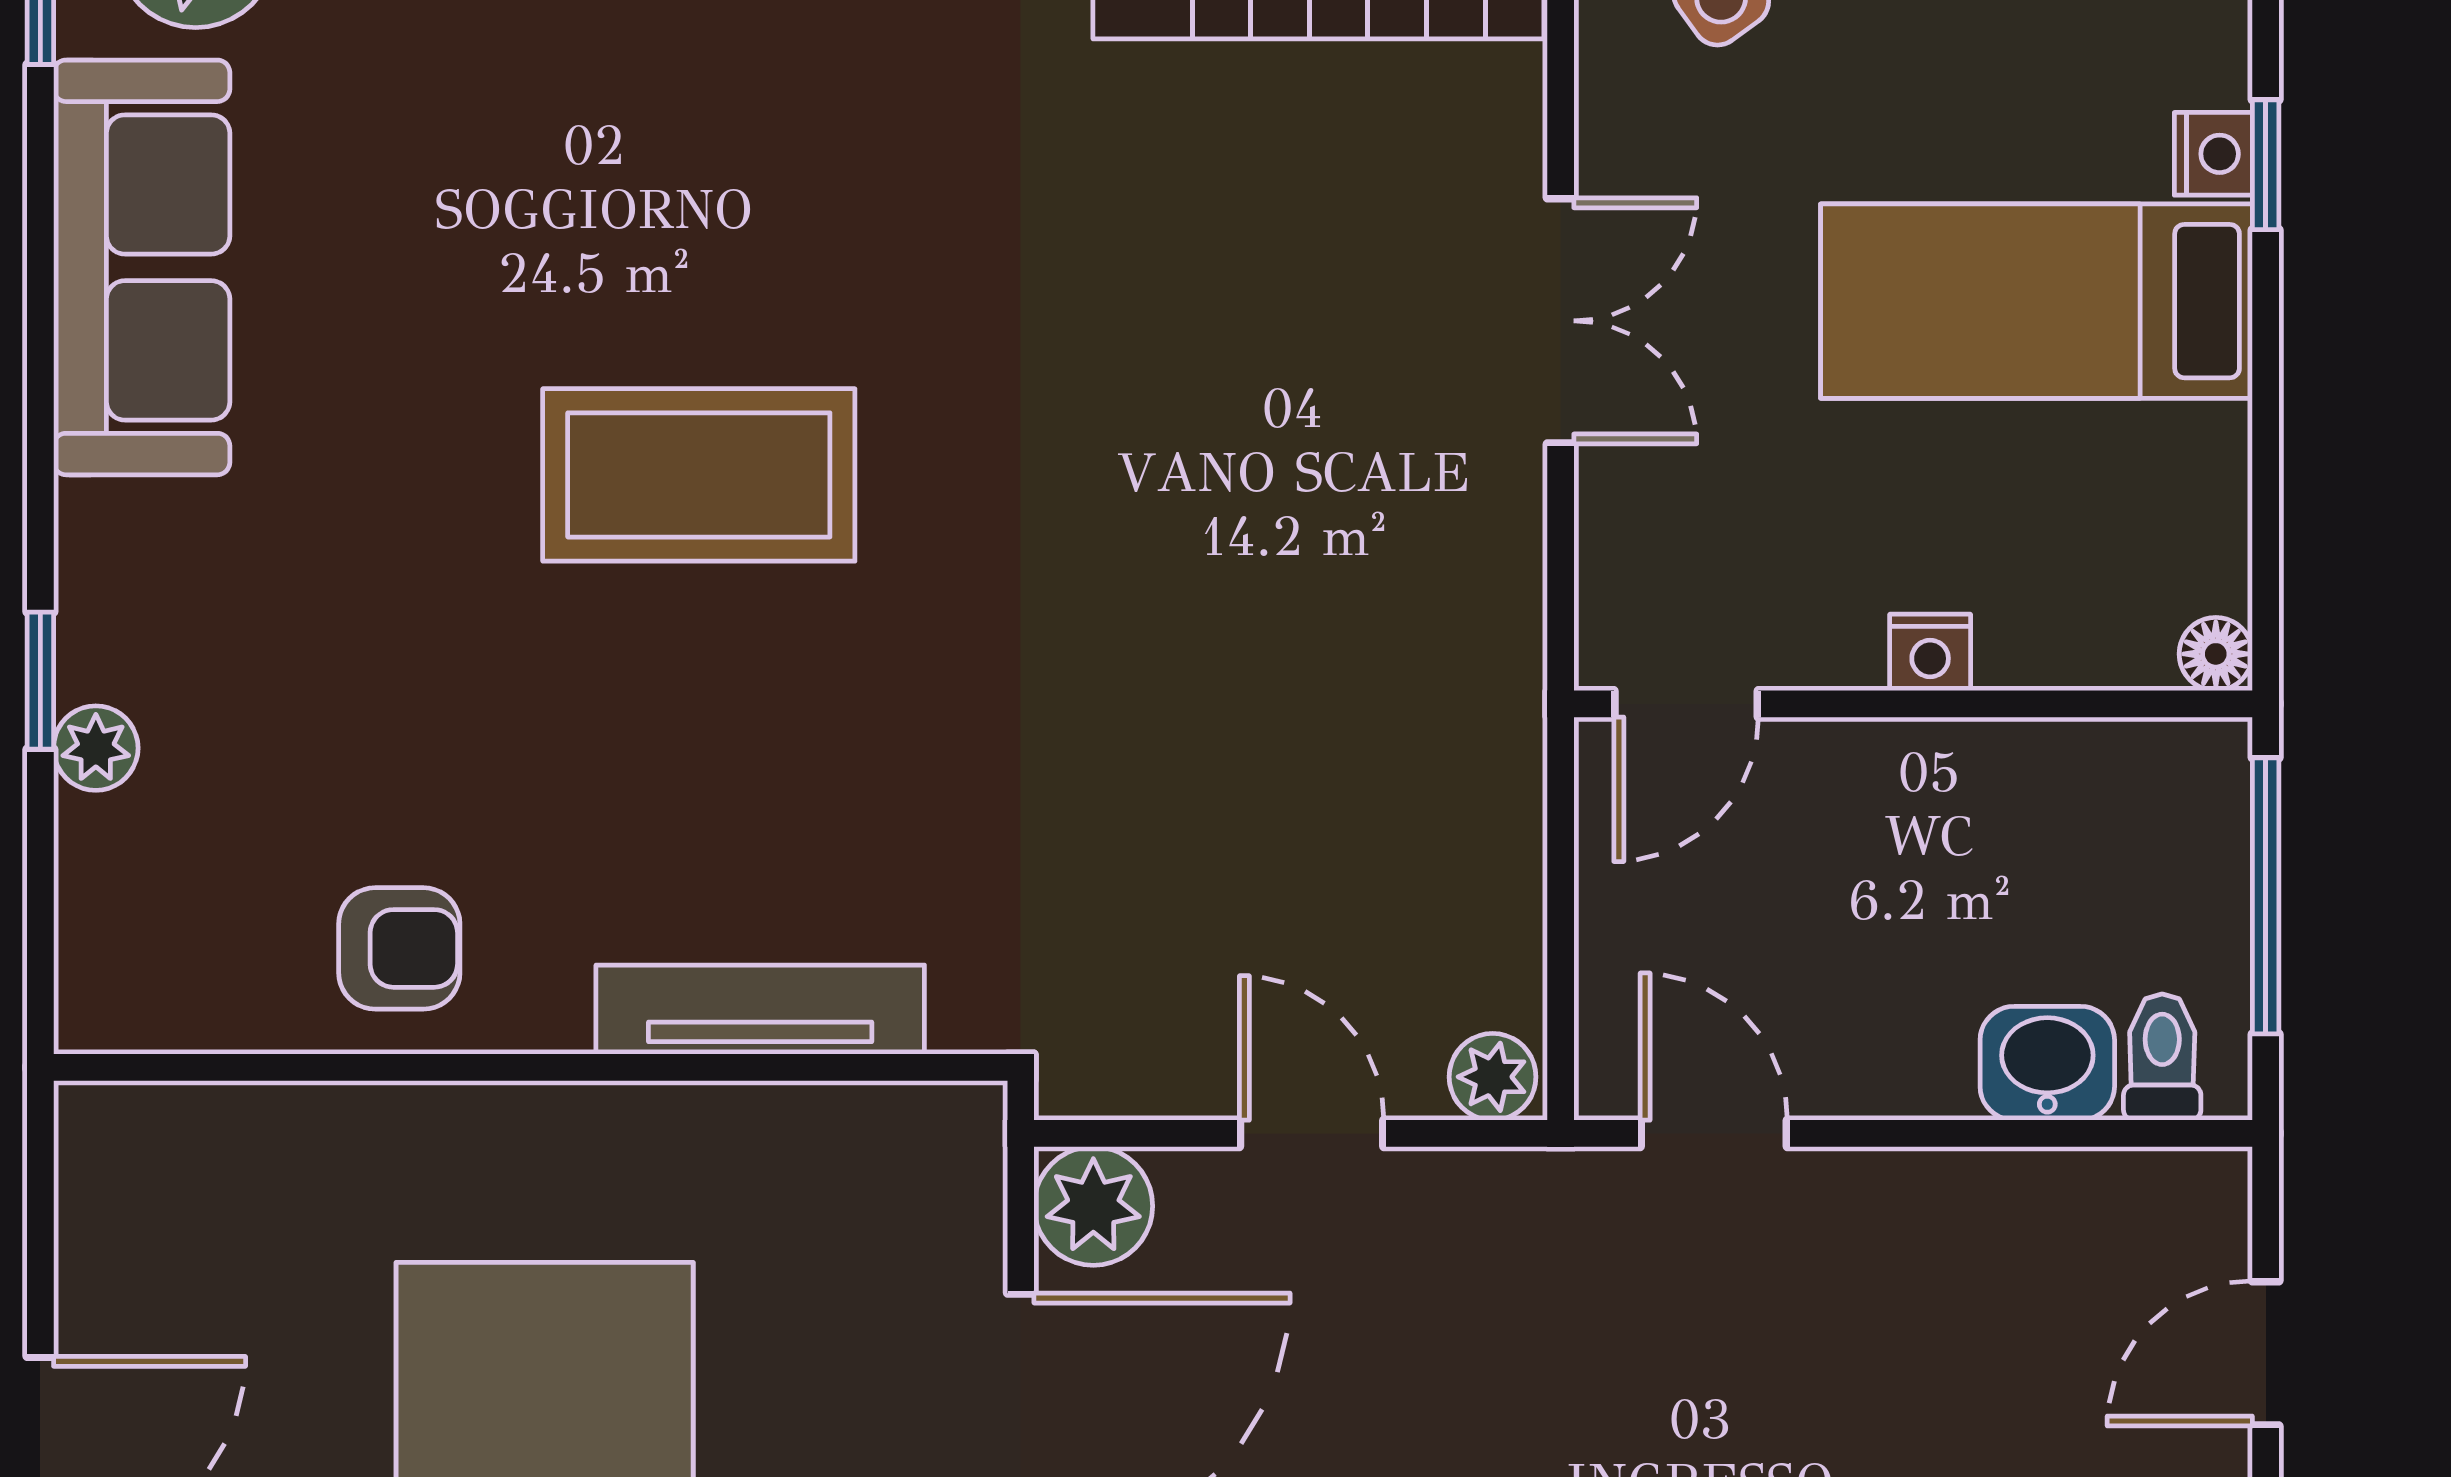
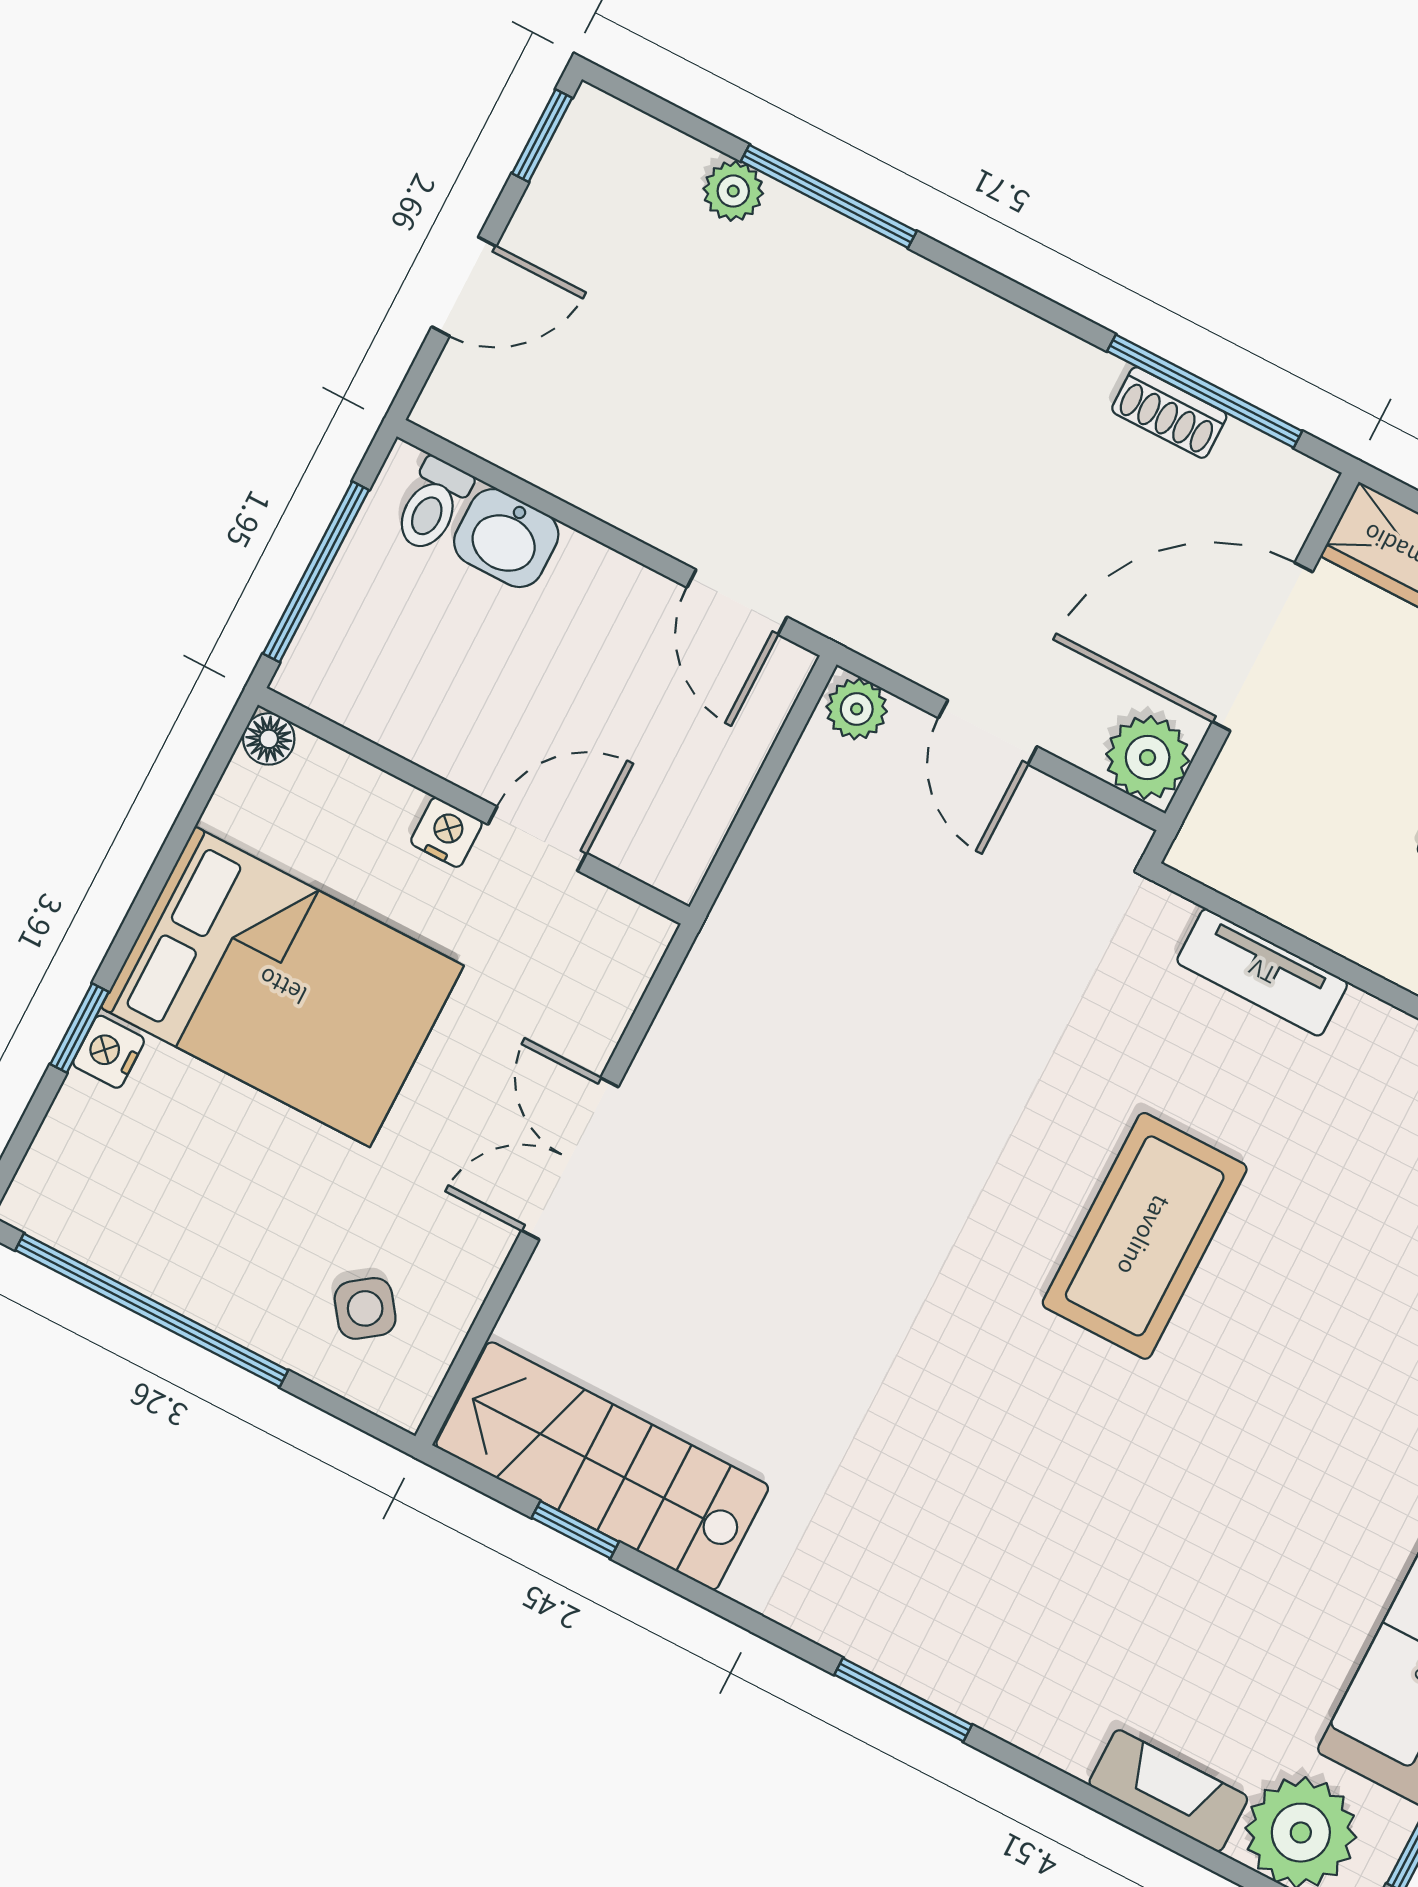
bed: (2036, 301) -> (282, 987), width x1.50
coffee table: (699, 475) -> (1145, 1236), moved, turned 90
door: (1686, 704) -> (537, 839), moved
tv unit: (760, 1010) -> (1262, 972), width x0.71

